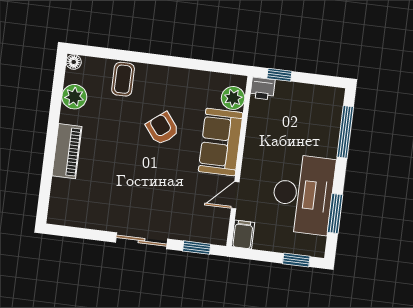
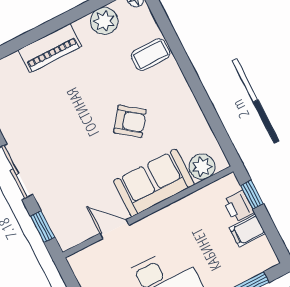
printer: (263, 89) -> (238, 206), moved
armchair: (162, 129) -> (130, 121), turned 75
filing cabinet: (243, 235) -> (247, 231), moved, turned 180

